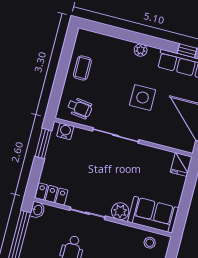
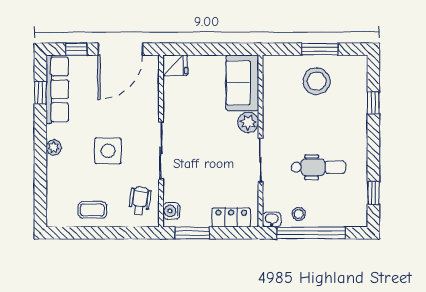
side table: (143, 98) -> (108, 151), moved
locker: (51, 194) -> (231, 217), moved, turned 90
stool: (150, 243) -> (299, 214), moved

